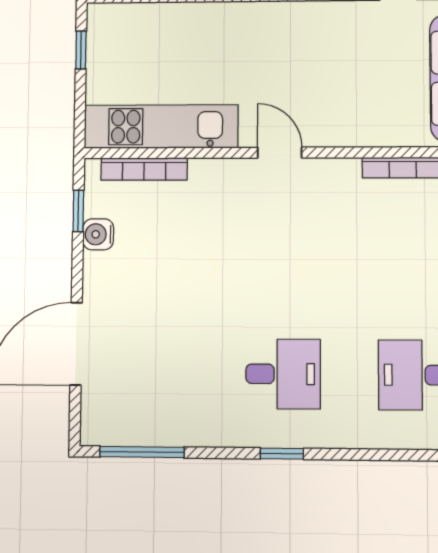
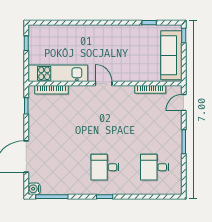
water cooler: (98, 234) -> (34, 189), moved
desk: (283, 374) -> (105, 167), turned 180

